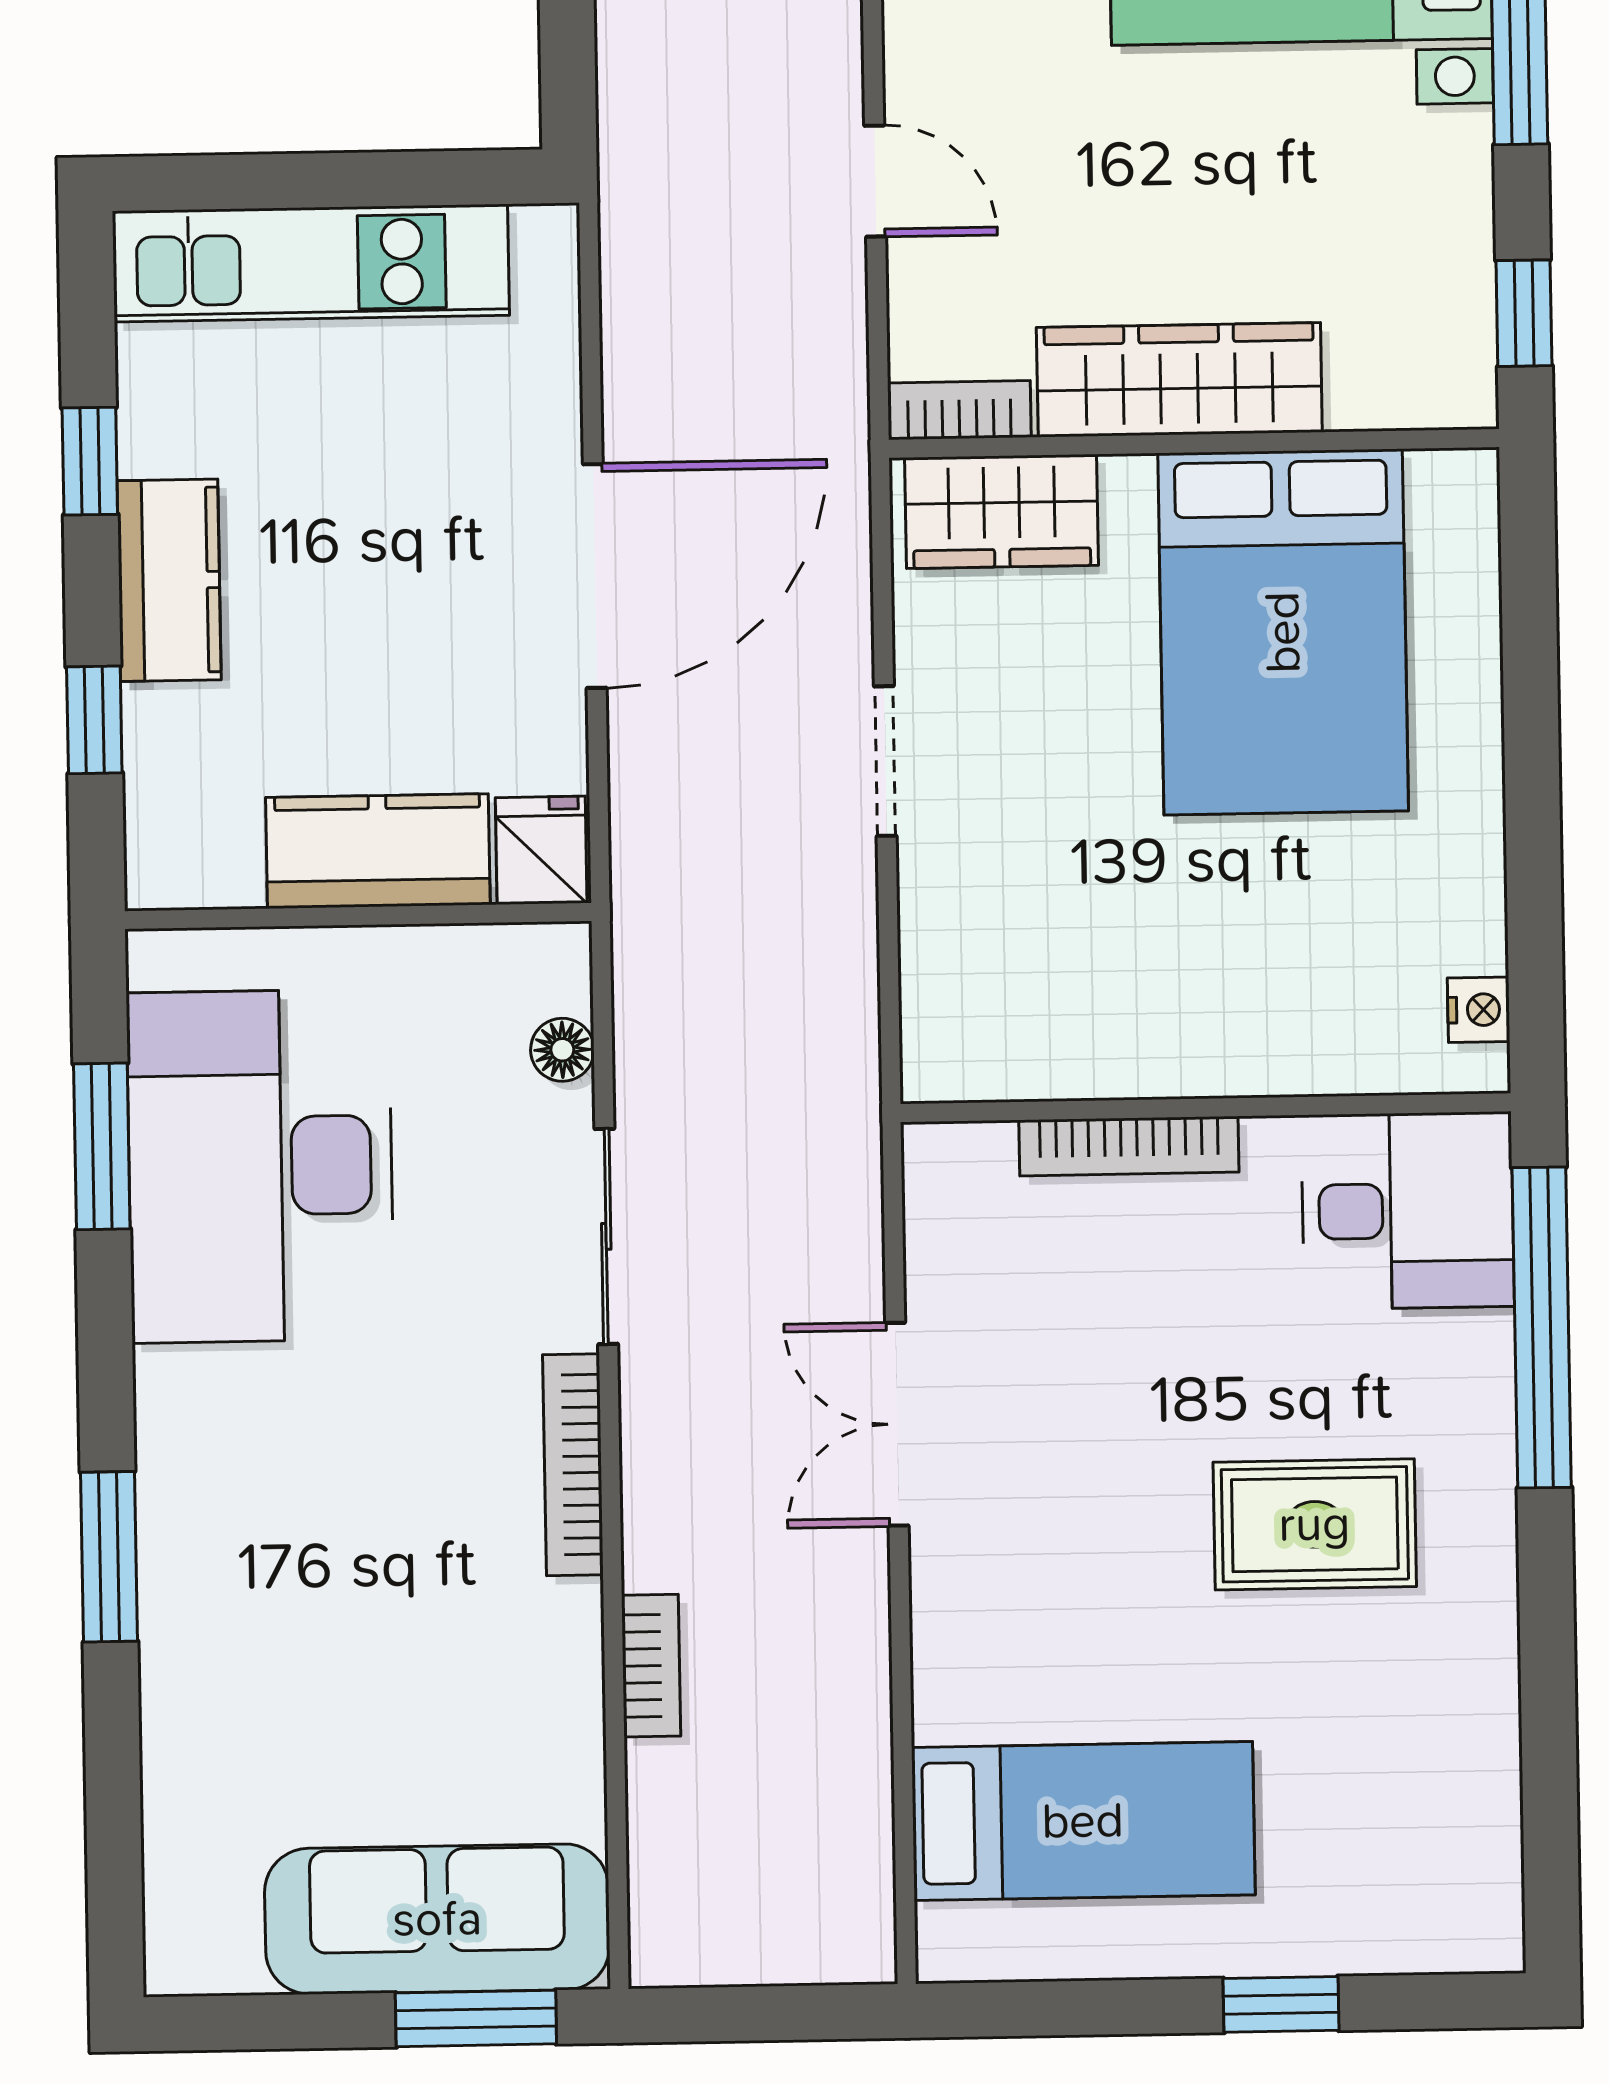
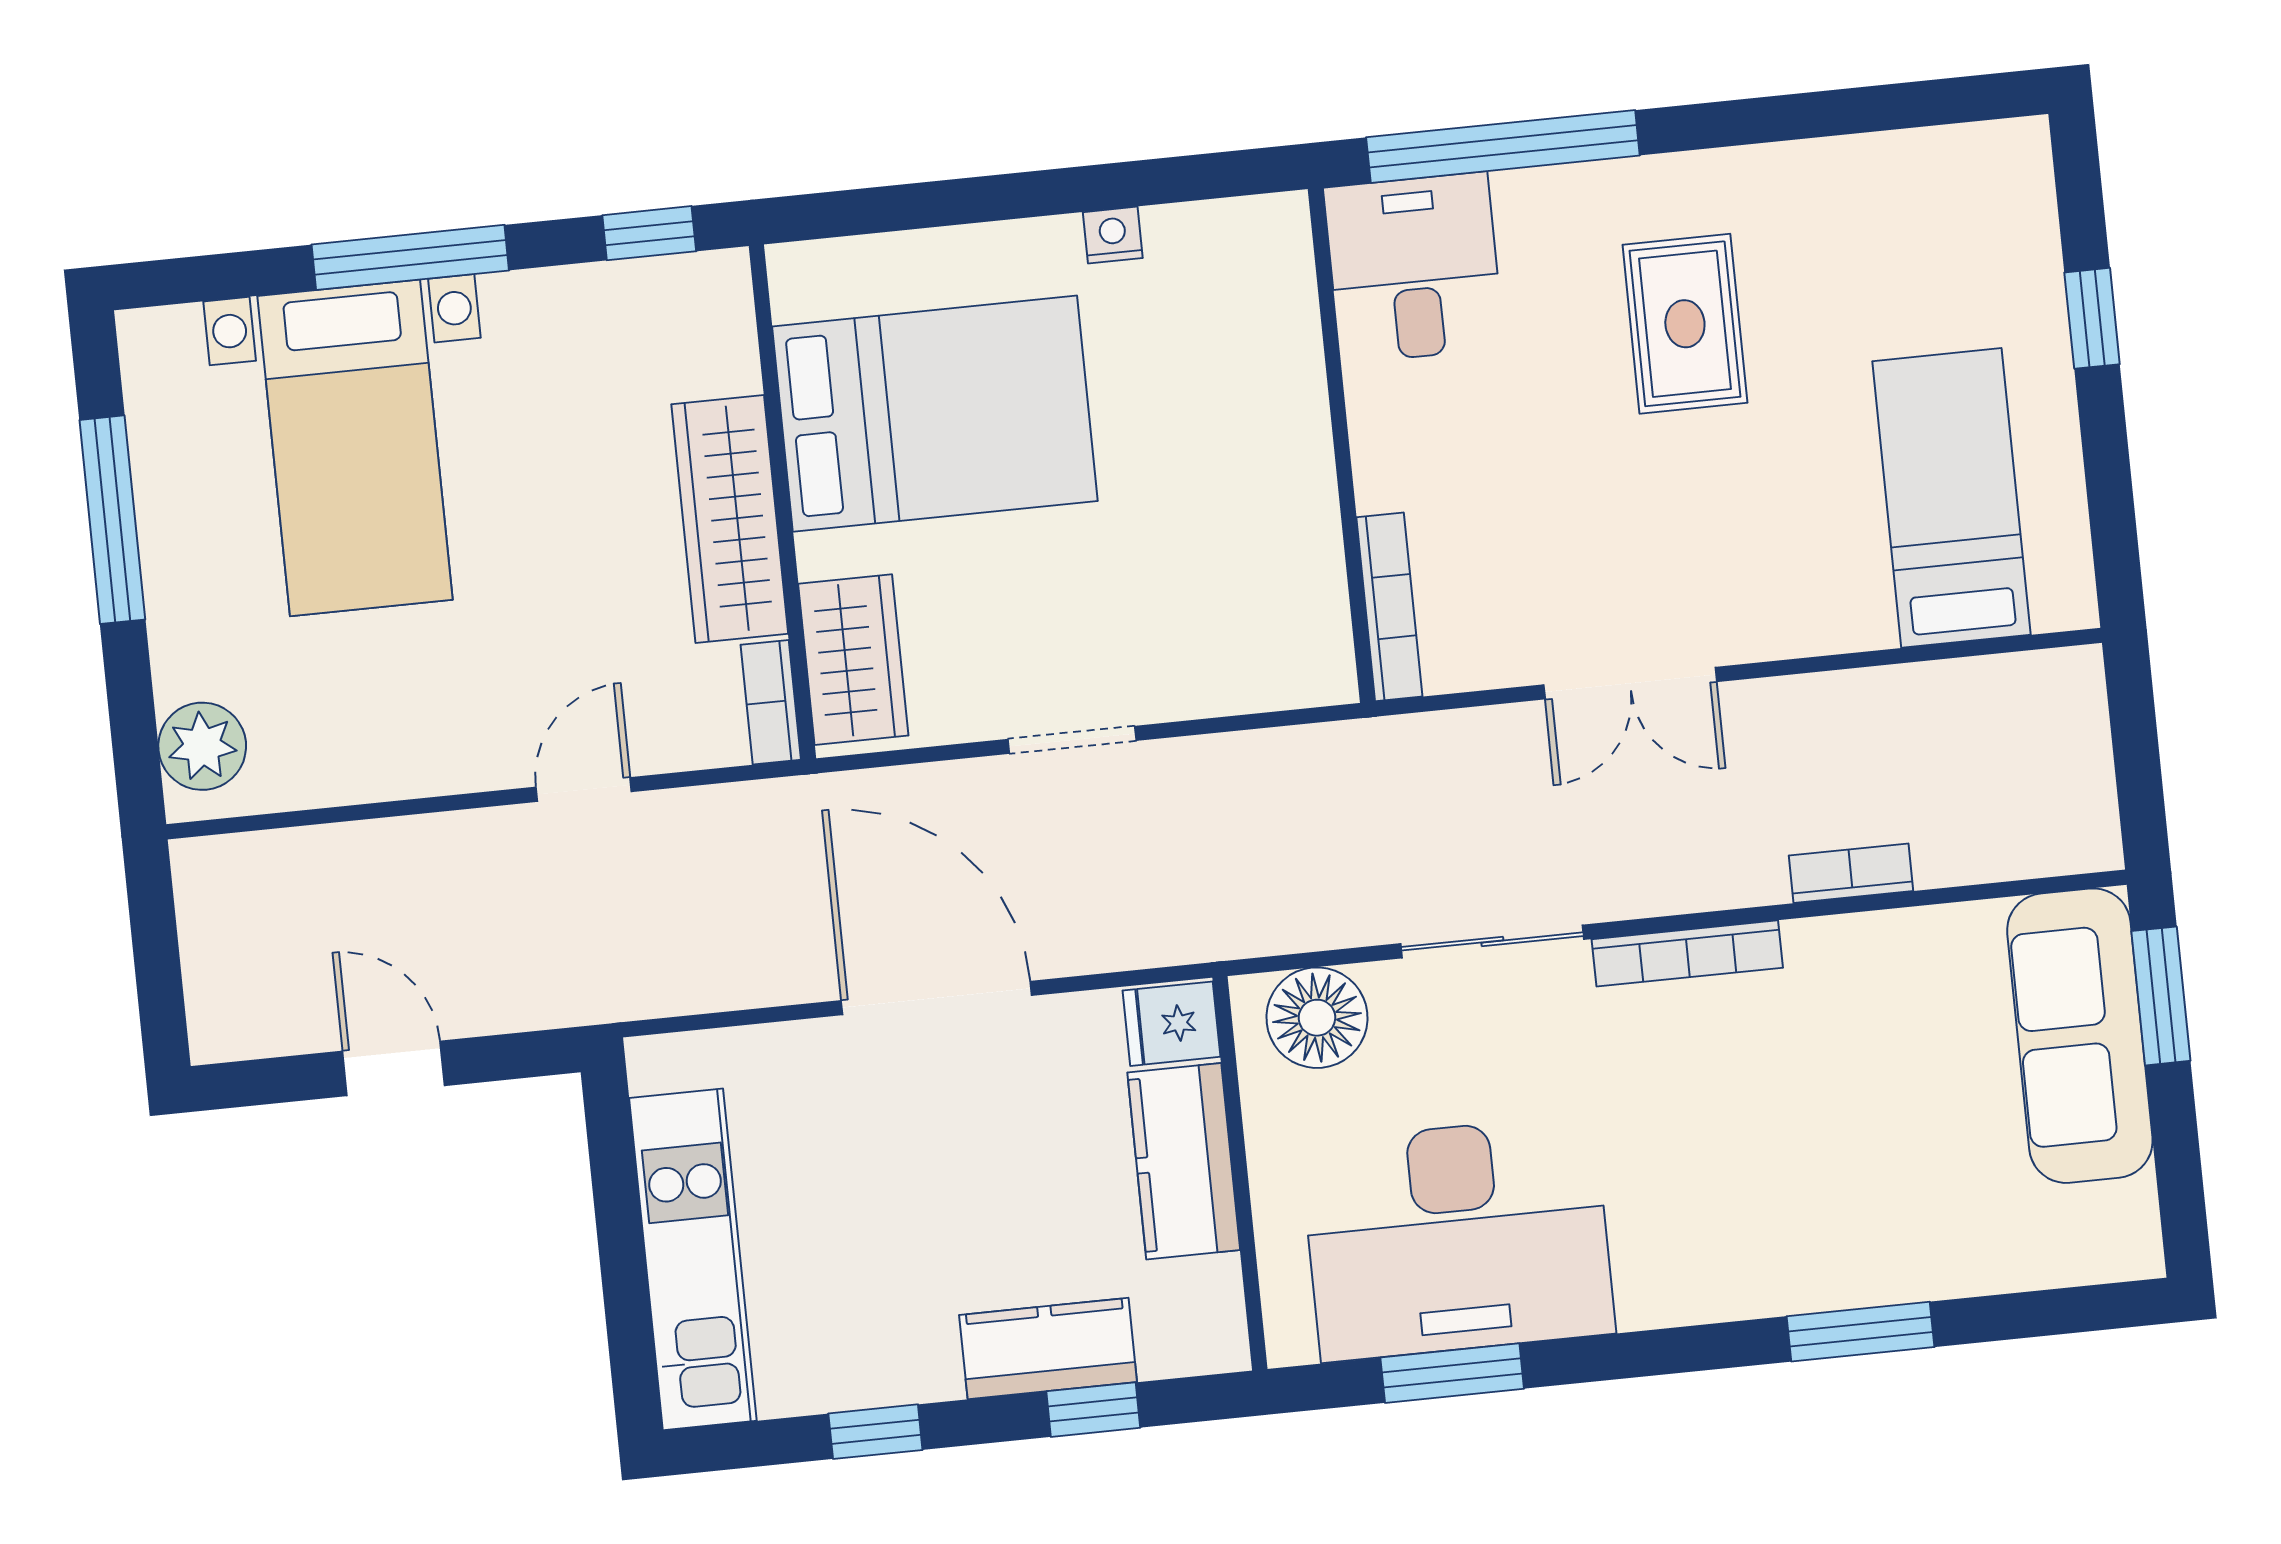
kitchen counter: (169, 580) -> (1048, 1349), moved
nightstand: (1479, 1010) -> (1113, 235), moved
floor lamp: (562, 1050) -> (1317, 1018), width x1.89, depth x1.89
bookcase: (1129, 1146) -> (1389, 607), moved
window: (109, 1557) -> (1860, 1332), moved

